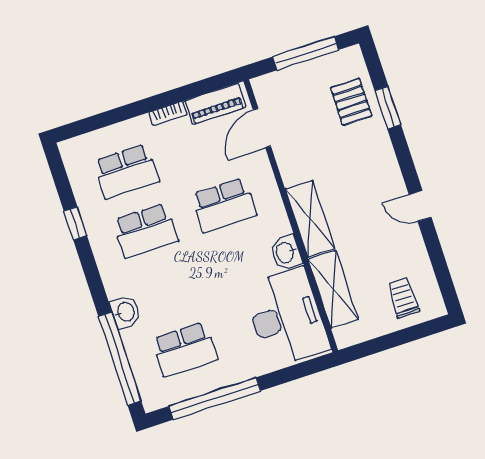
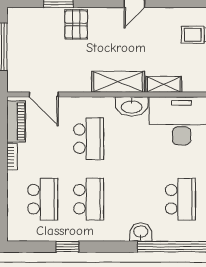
pallet: (351, 102) -> (76, 24), moved, turned 90
washbasin: (286, 253) -> (132, 106), width x1.38
shelving: (333, 289) -> (164, 84), width x0.67, depth x0.75

